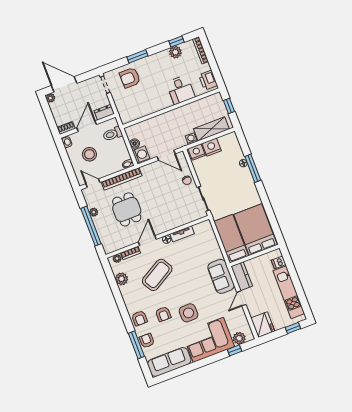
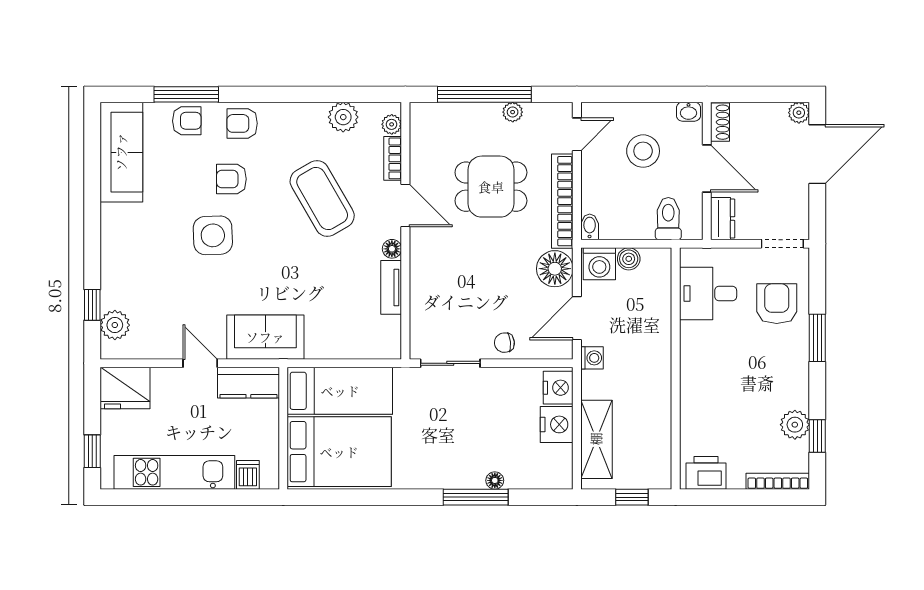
desk: (181, 90) -> (708, 294), moved
washing machine: (191, 139) -> (592, 358), moved
floor lamp: (150, 172) -> (555, 269), added
corner sofa: (208, 340) -> (137, 256), removed

